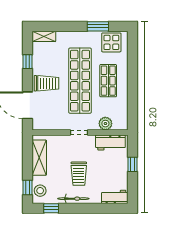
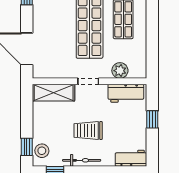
trolley: (47, 83) -> (50, 22), removed
shelving: (39, 158) -> (54, 93), moved, turned 90
trolley: (79, 174) -> (88, 130), turned 90

